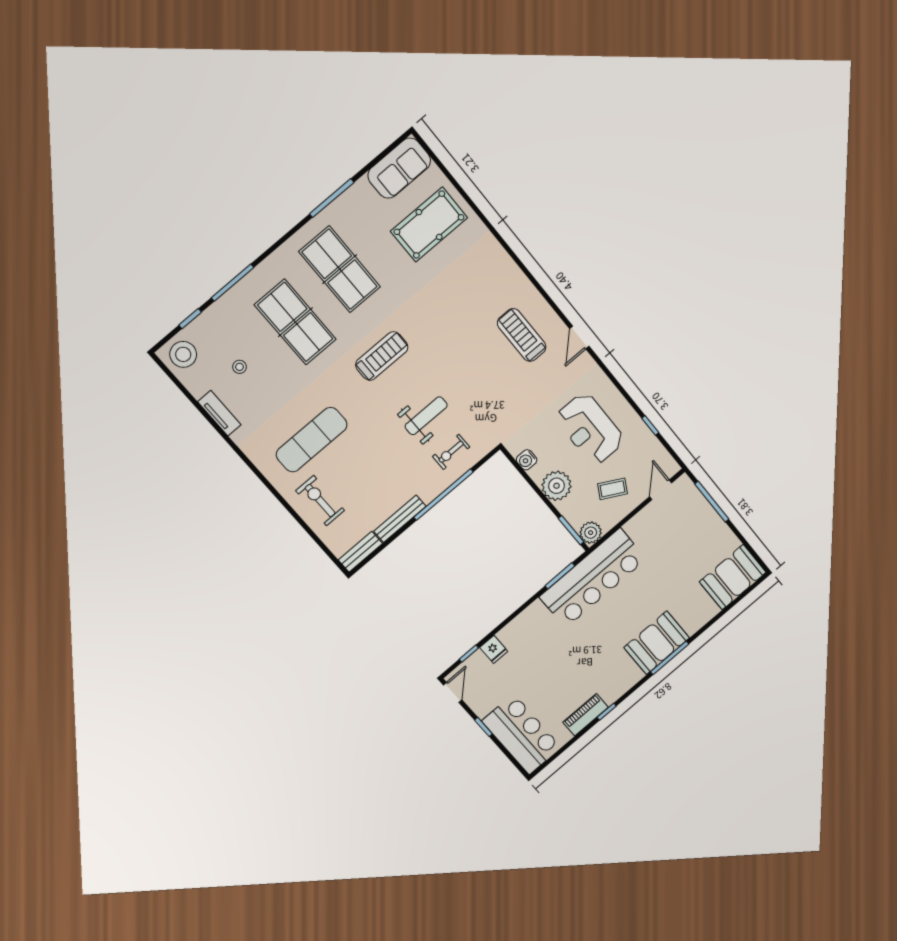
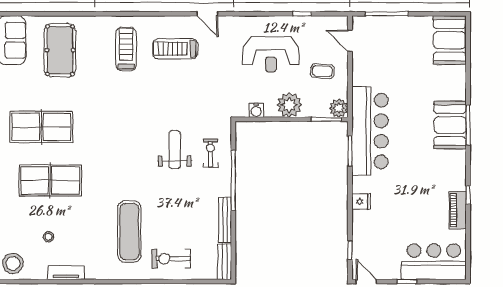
treadmill: (382, 356) -> (126, 49), moved
exercise bike: (451, 452) -> (210, 153), turned 180
coffee table: (613, 489) -> (322, 71), turned 65
fridge: (494, 649) -> (361, 201), moved

